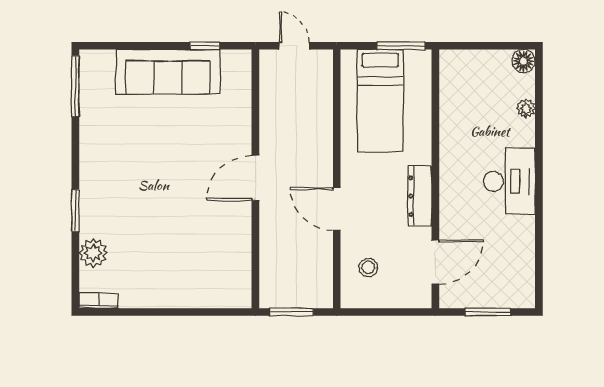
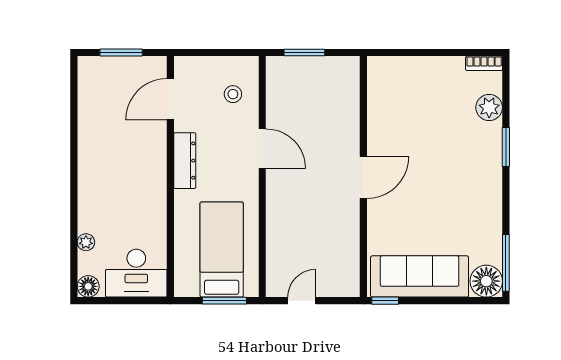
door: (294, 46) -> (302, 301), swing flipped
window: (401, 46) -> (224, 301), moved
floor lamp: (96, 67) -> (486, 281), added
door: (255, 178) -> (363, 177), moved
wall: (255, 179) -> (363, 177), moved
desk: (509, 181) -> (136, 273), moved, turned -90

